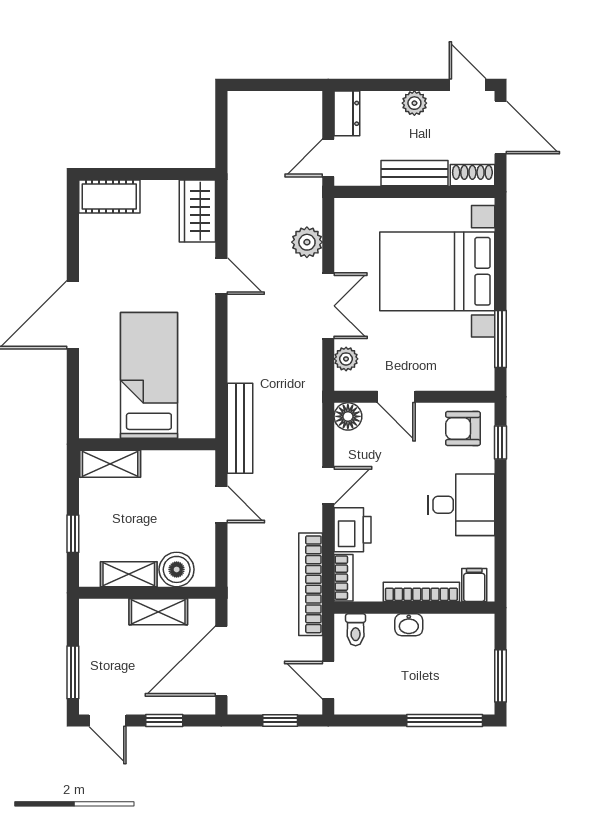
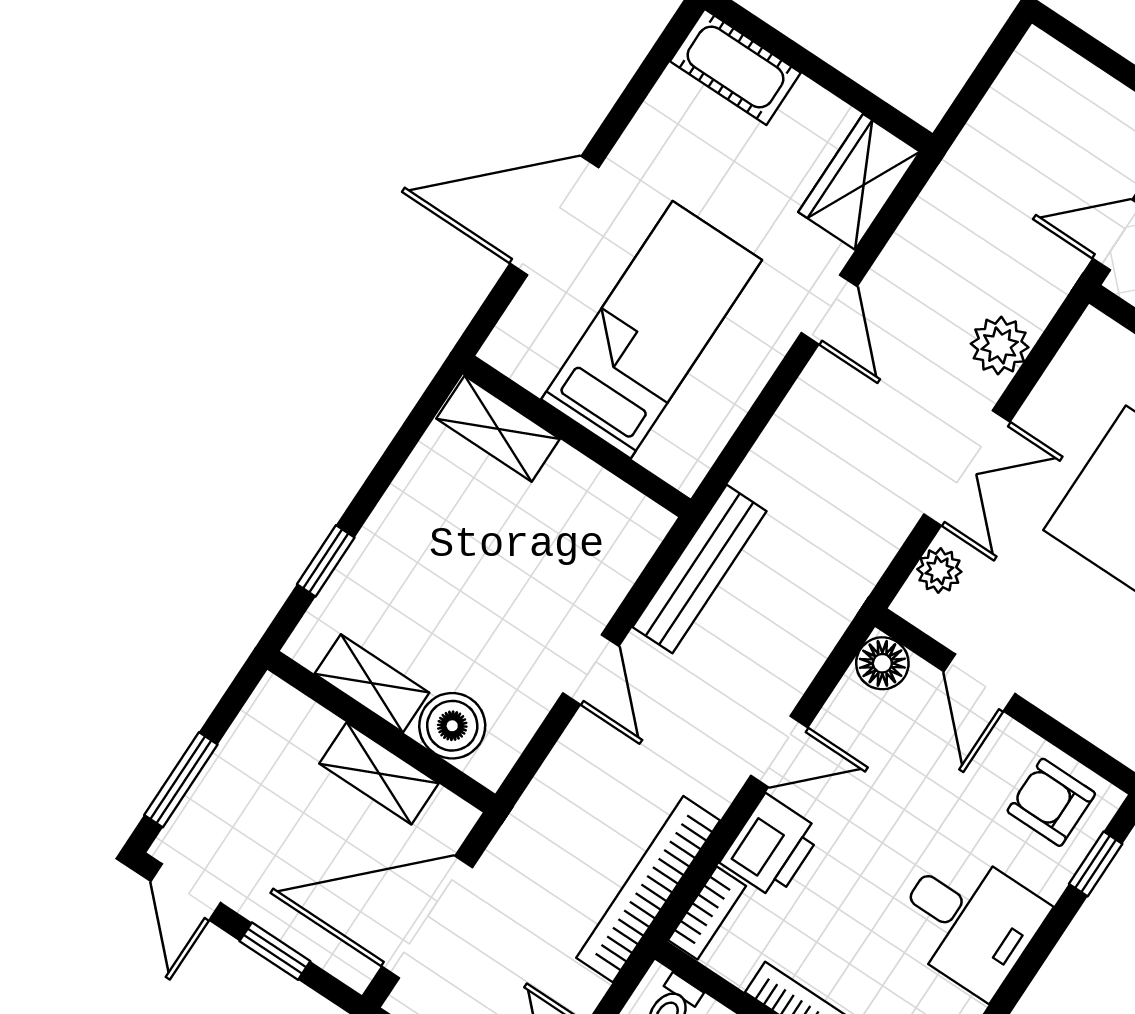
bed: (149, 375) -> (652, 330), moved
wall: (147, 444) -> (577, 436), moved
shelving: (110, 464) -> (498, 429), moved

